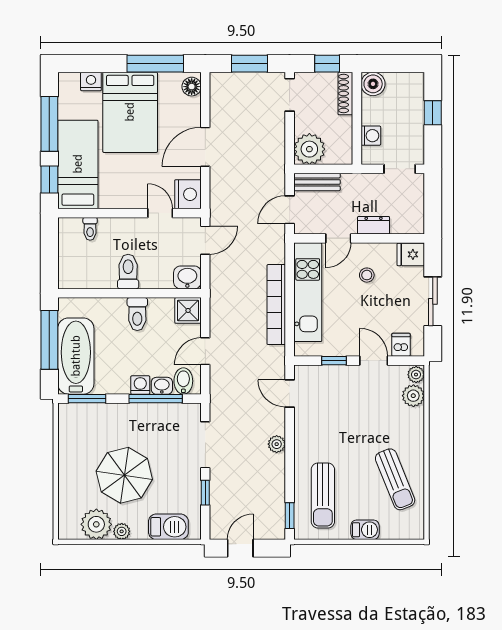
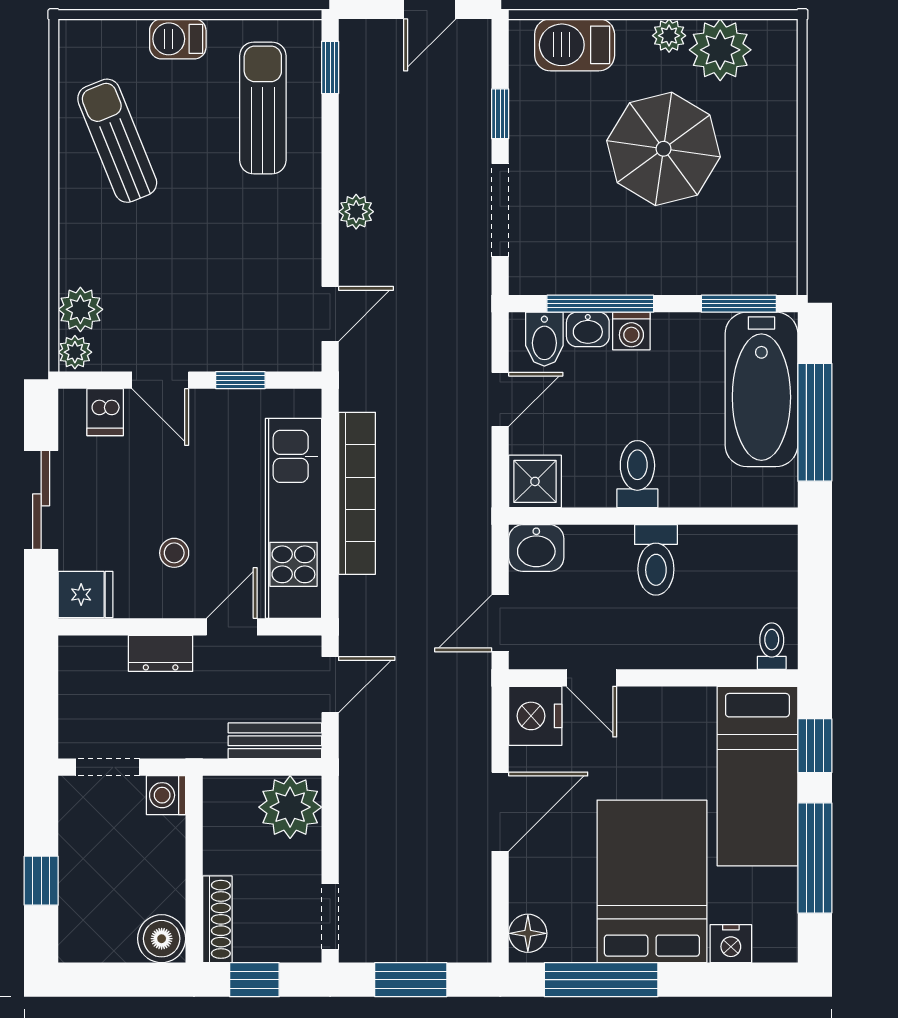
washing machine: (371, 136) -> (166, 795), moved
toilet: (90, 229) -> (772, 646), moved
door: (290, 393) -> (330, 314), hinge flipped

